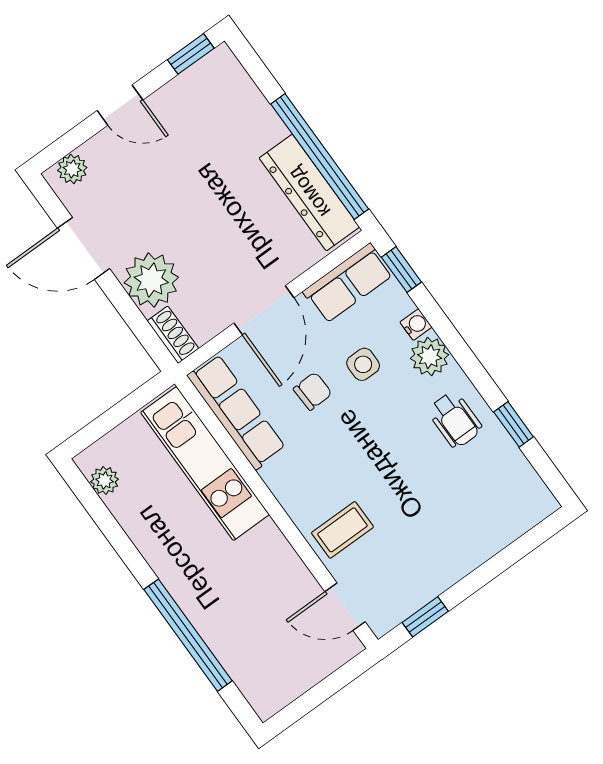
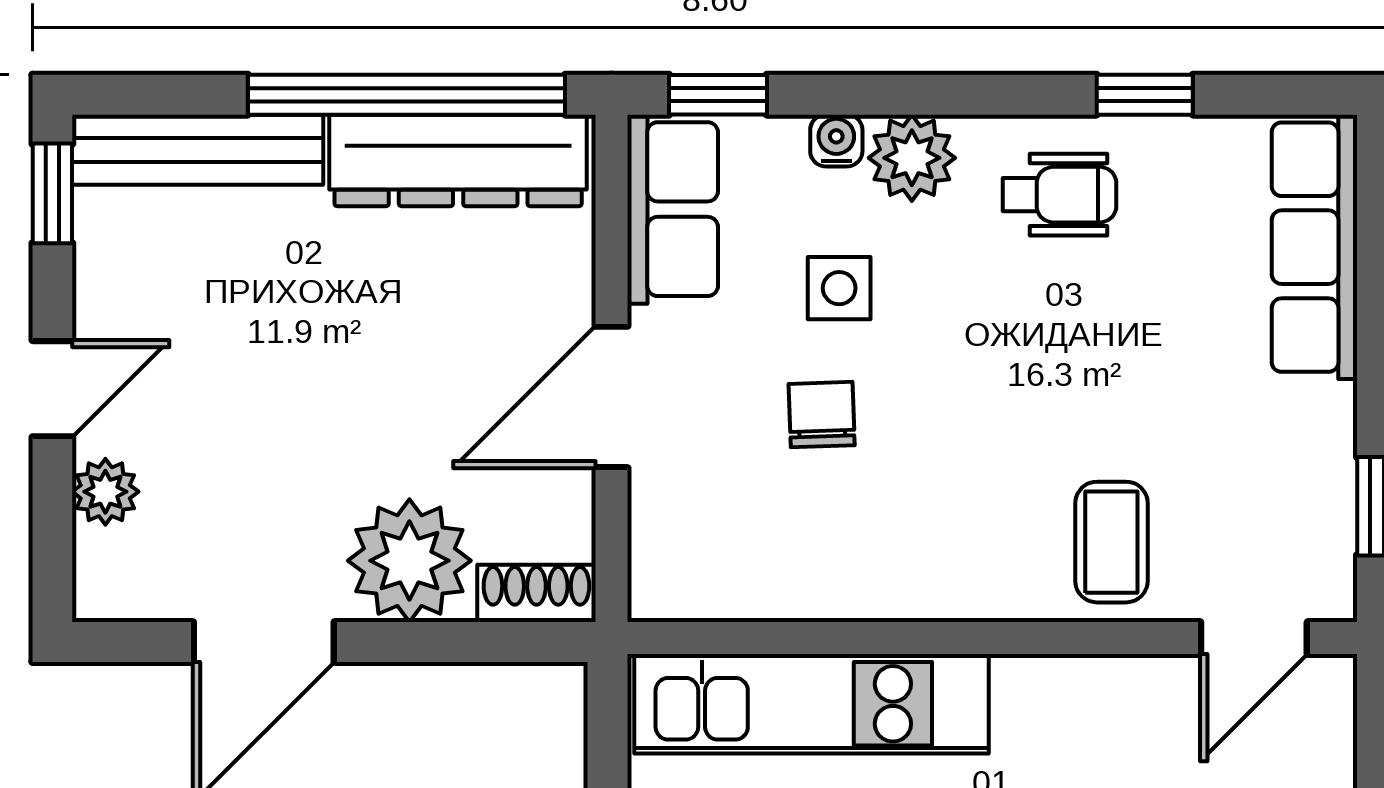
bench: (245, 95) -> (198, 150), added
plant: (72, 169) -> (105, 492), moved
door: (264, 310) -> (612, 397), swing flipped
row of seats: (236, 412) -> (1314, 247), moved, turned -90

